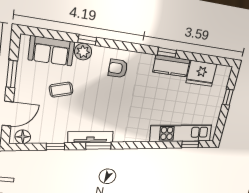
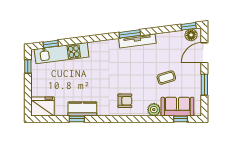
window: (87, 40) -> (180, 119), moved
window: (167, 53) -> (77, 119), moved
fridge: (201, 73) -> (43, 107), moved
window: (228, 97) -> (28, 66), moved
window: (55, 146) -> (189, 26), moved

